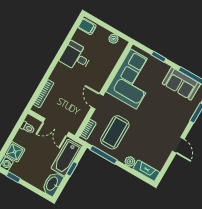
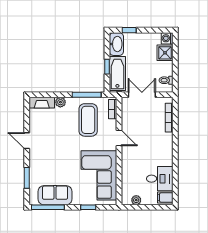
desk: (76, 57) -> (160, 179), moved
window: (13, 177) -> (129, 30), moved

